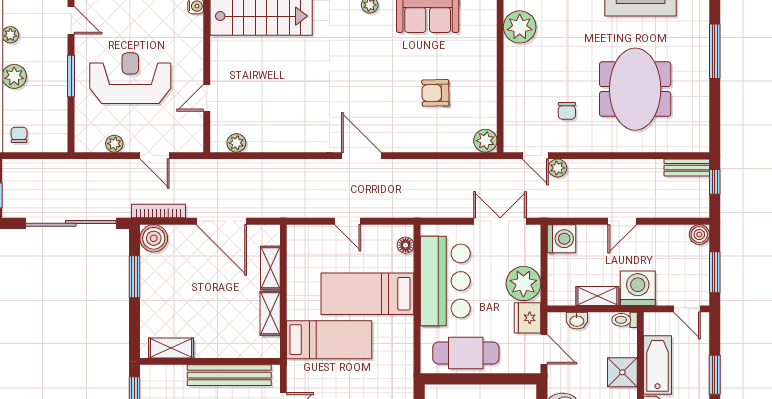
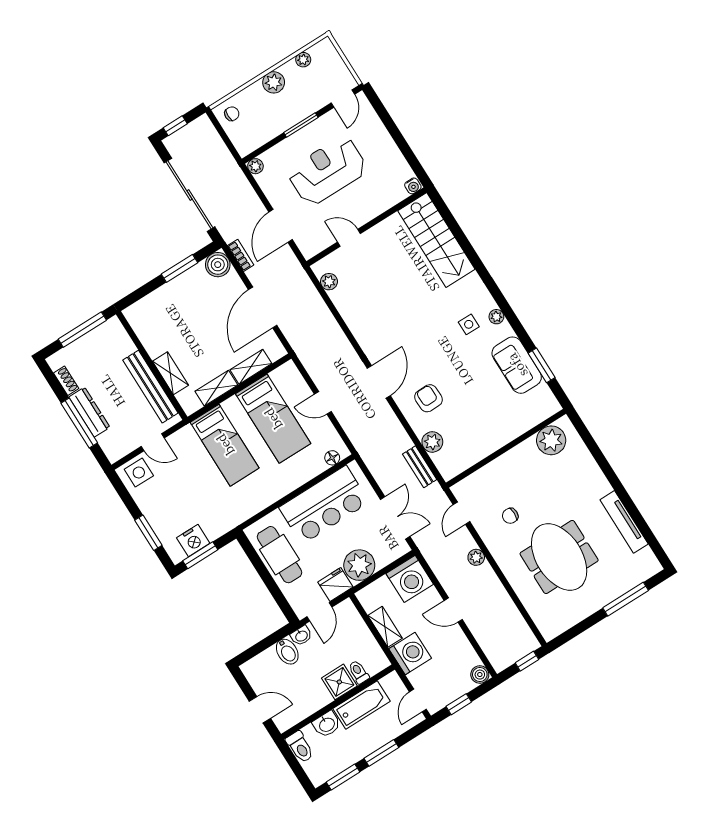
side table: (360, 36) -> (469, 324), added
reception desk: (130, 78) -> (327, 171), turned -90
meeting table: (635, 89) -> (559, 557), turned 90
armchair: (435, 93) -> (428, 398), moved
plant: (485, 141) -> (432, 442), moved
plant: (114, 144) -> (255, 166), moved
door: (154, 156) -> (281, 226), width x1.38
bench: (687, 167) -> (420, 467), moved
plant: (557, 168) -> (476, 557), moved
bookcase: (159, 211) -> (241, 255), width x0.64
door: (348, 221) -> (323, 403), hinge flipped
washing machine: (561, 239) -> (410, 579), width x1.37, depth x1.37
window: (715, 272) -> (459, 704), width x0.67
bed: (367, 294) -> (273, 419), moved, turned 180
toilet: (624, 320) -> (359, 672), moved
washbasin: (577, 321) -> (301, 636), moved, turned -90
shelving: (171, 348) -> (170, 373), moved

